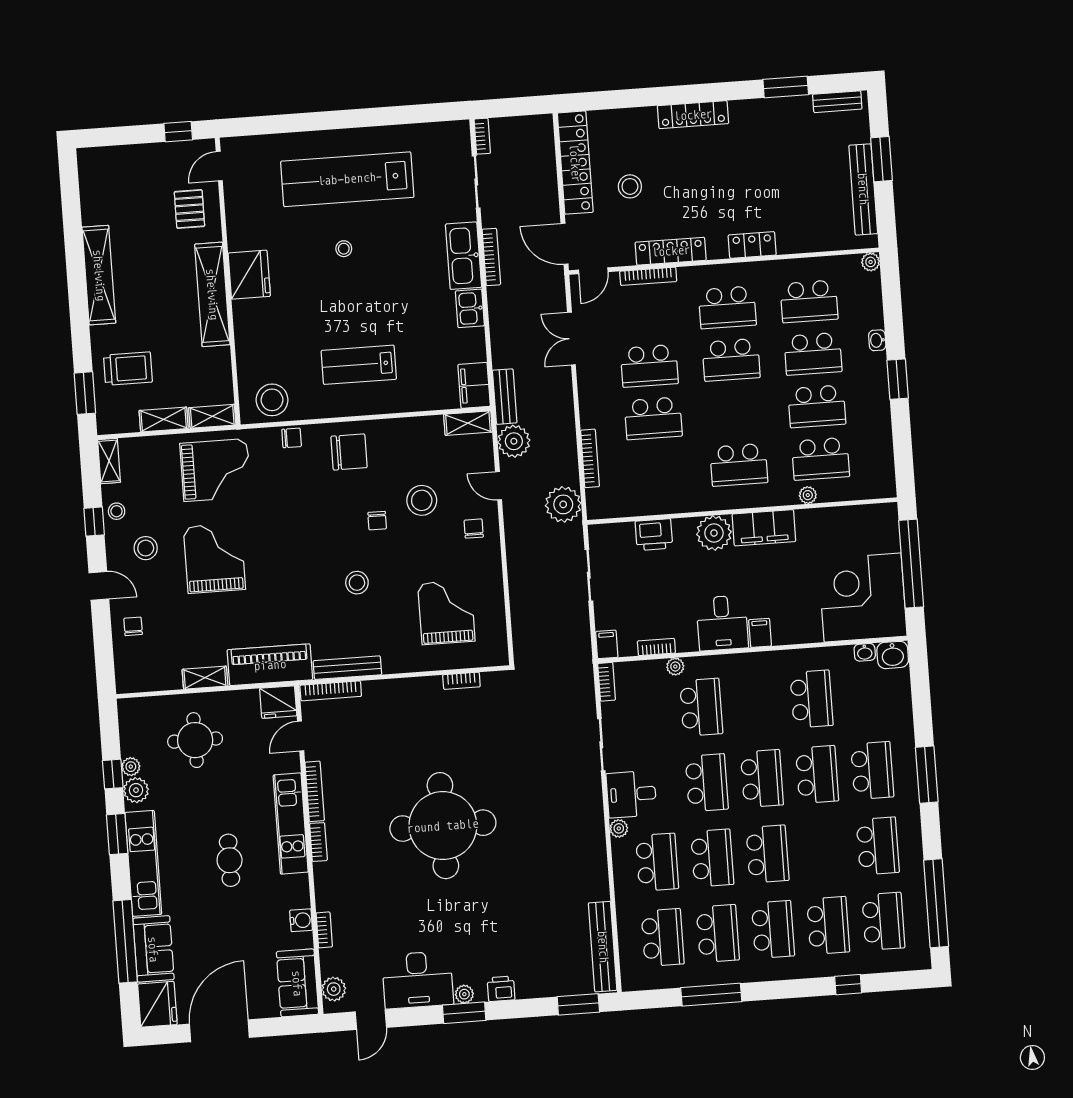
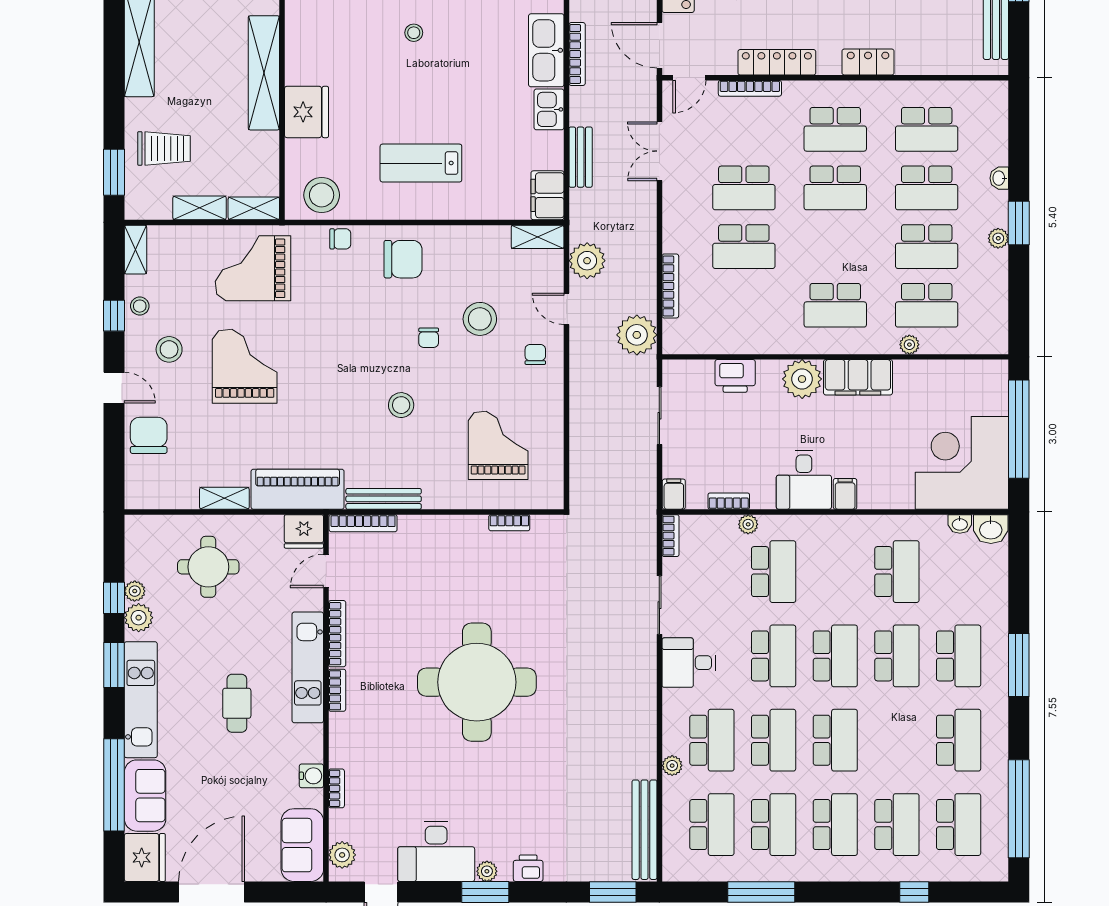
plant: (871, 262) -> (998, 238), moved
fridge: (249, 275) -> (307, 112), moved
bench: (505, 397) -> (581, 157), moved
grand piano: (215, 470) -> (253, 268), turned 180
chair: (133, 626) -> (149, 435), width x1.87, depth x1.87
plant: (619, 828) -> (672, 766), moved

